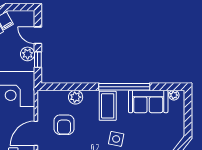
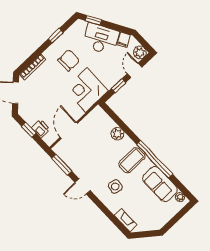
plant: (28, 54) -> (140, 52), moved
armchair: (64, 125) -> (92, 143), removed
door: (36, 133) -> (69, 130), hinge flipped

